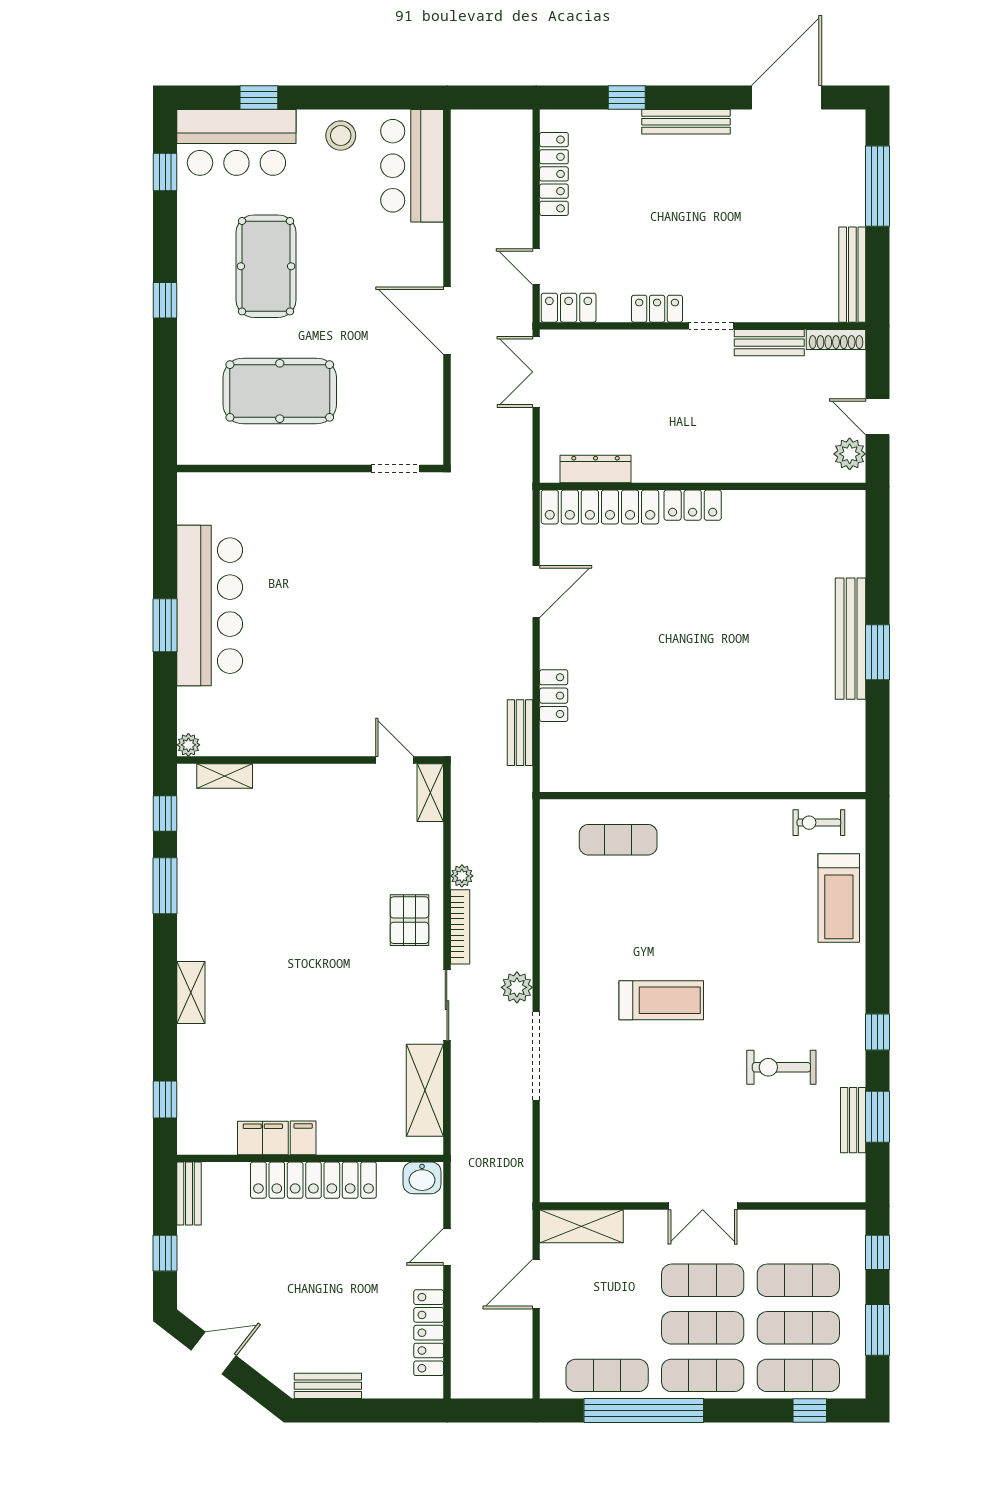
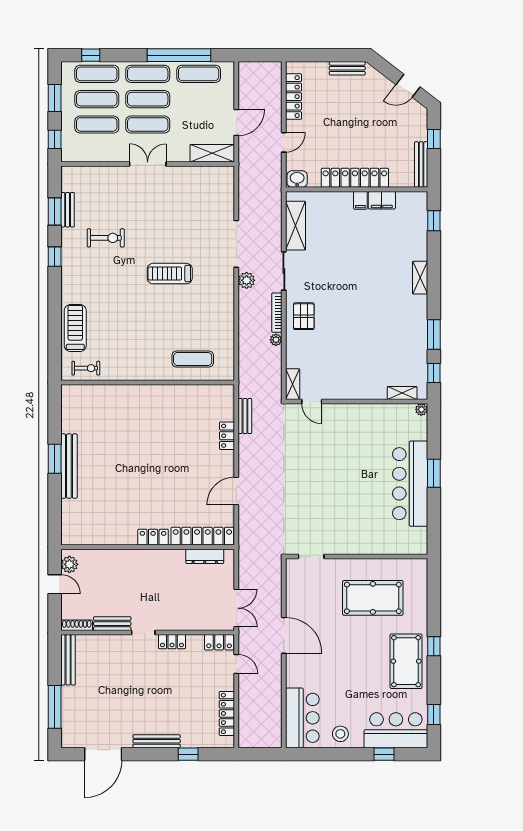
pool table: (266, 266) -> (406, 661), moved
bench: (189, 1194) -> (421, 165), width x1.36

